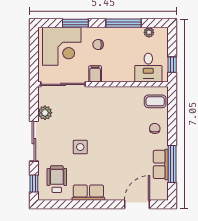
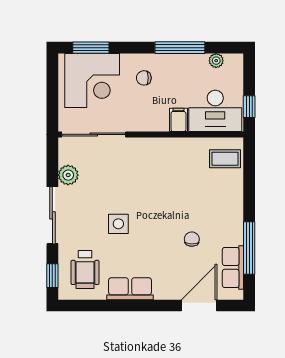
window: (75, 23) -> (91, 48), moved
desk: (148, 68) -> (215, 111), width x1.37
filing cabinet: (95, 74) -> (178, 120), moved
chair: (155, 128) -> (192, 239), moved
row of seats: (161, 164) -> (233, 267), moved
wheelchair: (57, 179) -> (85, 269), turned 180

